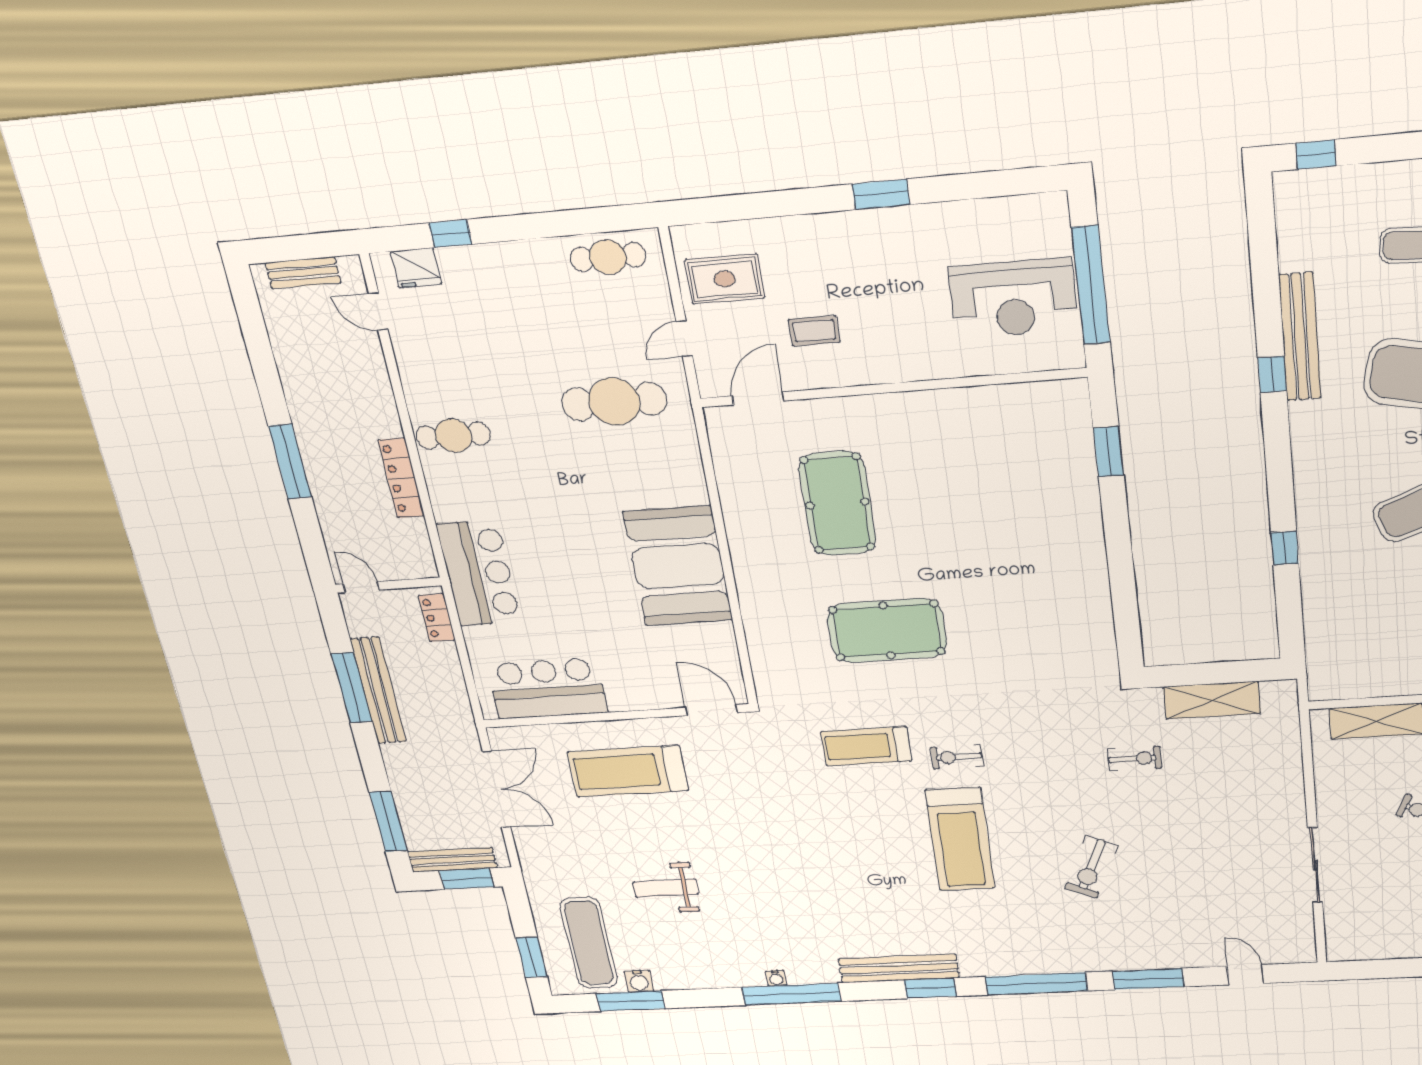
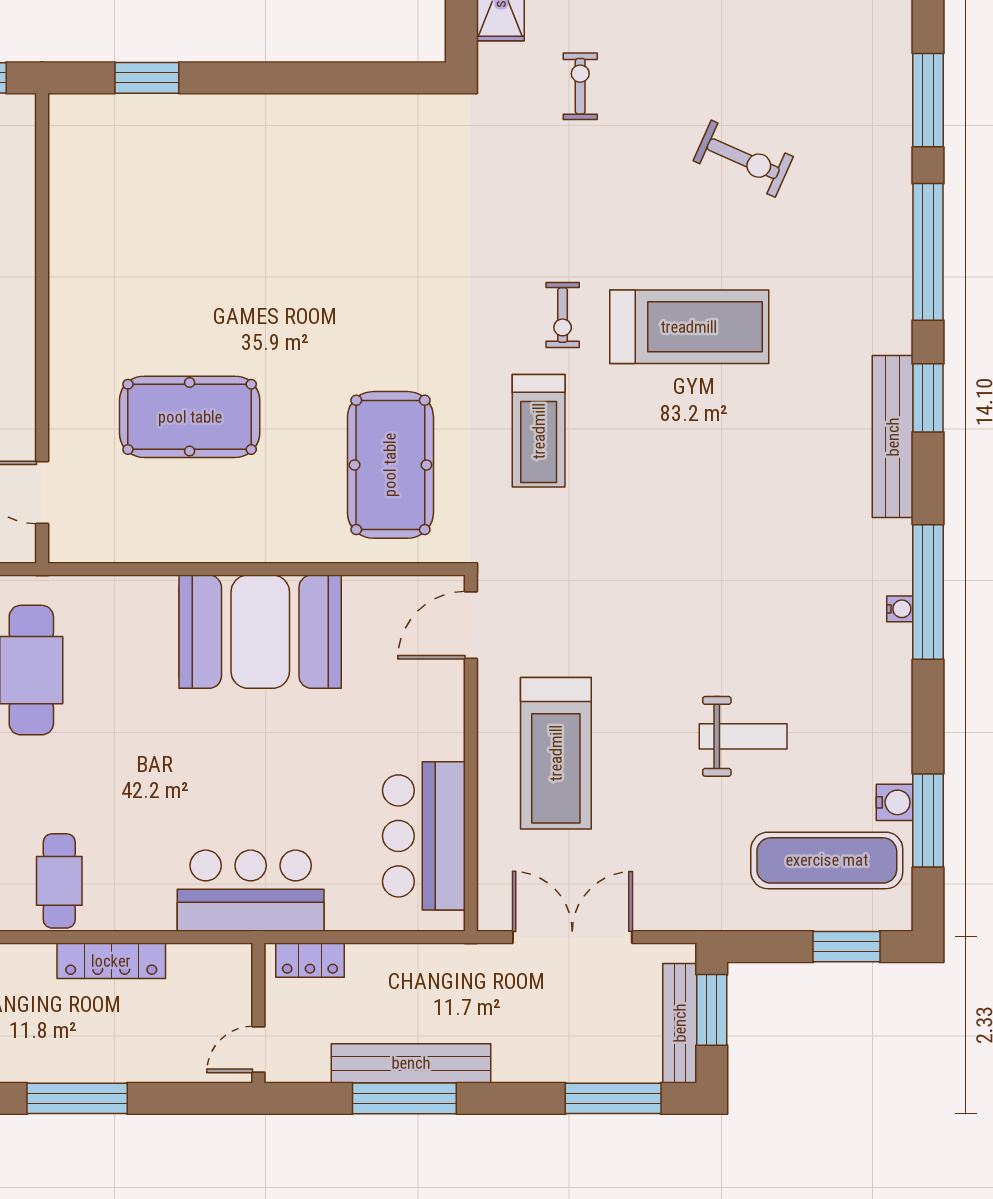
pool table: (887, 631) -> (390, 465), moved
weight bench: (666, 888) -> (743, 736), turned -90

